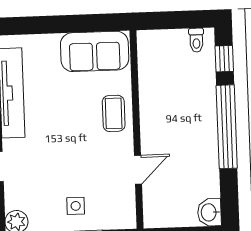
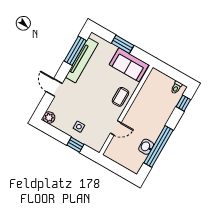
window: (63, 24) -> (123, 44), added
window: (227, 127) -> (158, 146), moved
washbasin: (209, 212) -> (146, 147), moved

